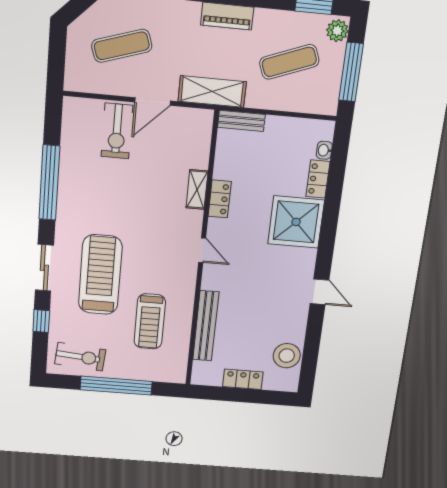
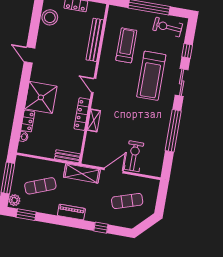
locker: (220, 199) -> (82, 114), width x1.53

